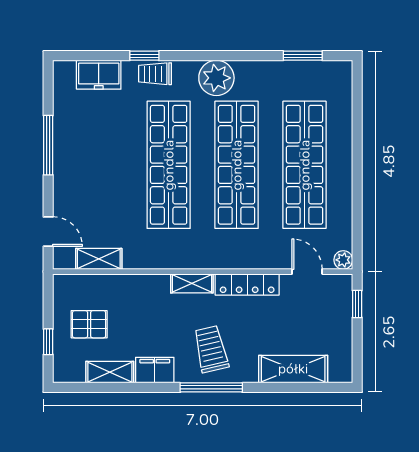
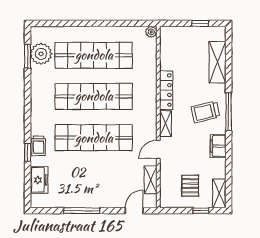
plant: (216, 78) -> (41, 54), moved
door: (307, 272) -> (158, 149), moved
window: (357, 304) -> (200, 23), moved
shelving: (110, 372) -> (219, 193), moved

